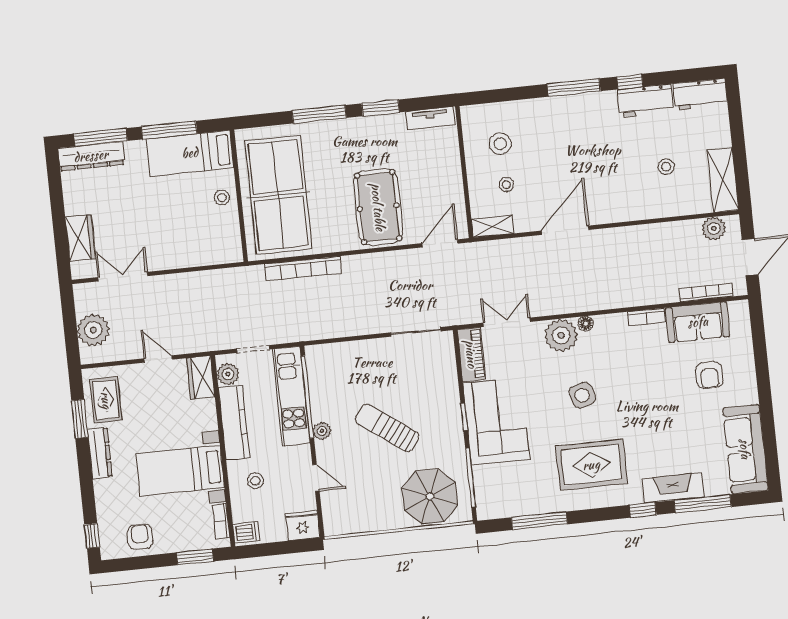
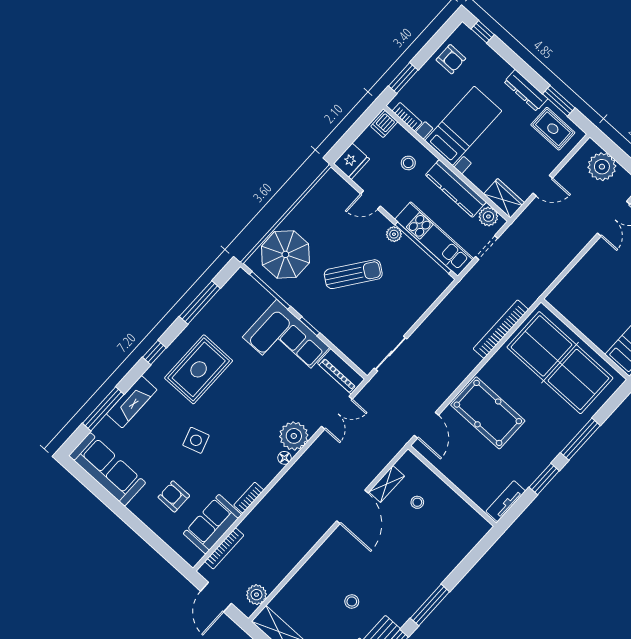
stool: (500, 144) -> (445, 525), removed
stool: (666, 167) -> (352, 601), moved
stool: (222, 198) -> (595, 328), removed
shelving: (493, 226) -> (387, 484), moved
side table: (582, 395) -> (196, 440), moved
window: (643, 510) -> (154, 352), moved

